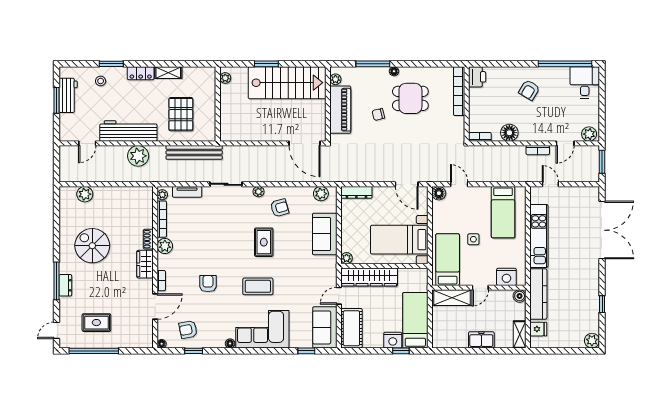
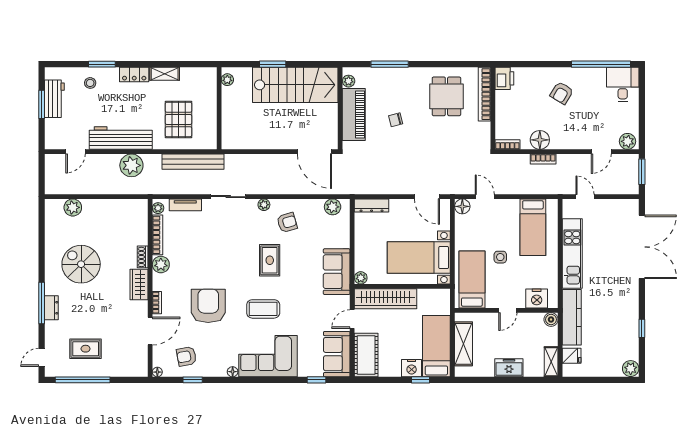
floor lamp: (394, 71) -> (413, 72), removed
dining table: (410, 98) -> (446, 96), moved, turned 90
bookcase: (538, 150) -> (543, 159), moved
sofa: (325, 234) -> (337, 272), moved
armchair: (208, 284) -> (208, 306), width x1.88, depth x1.88
shelving: (452, 298) -> (464, 344), moved, turned 90

